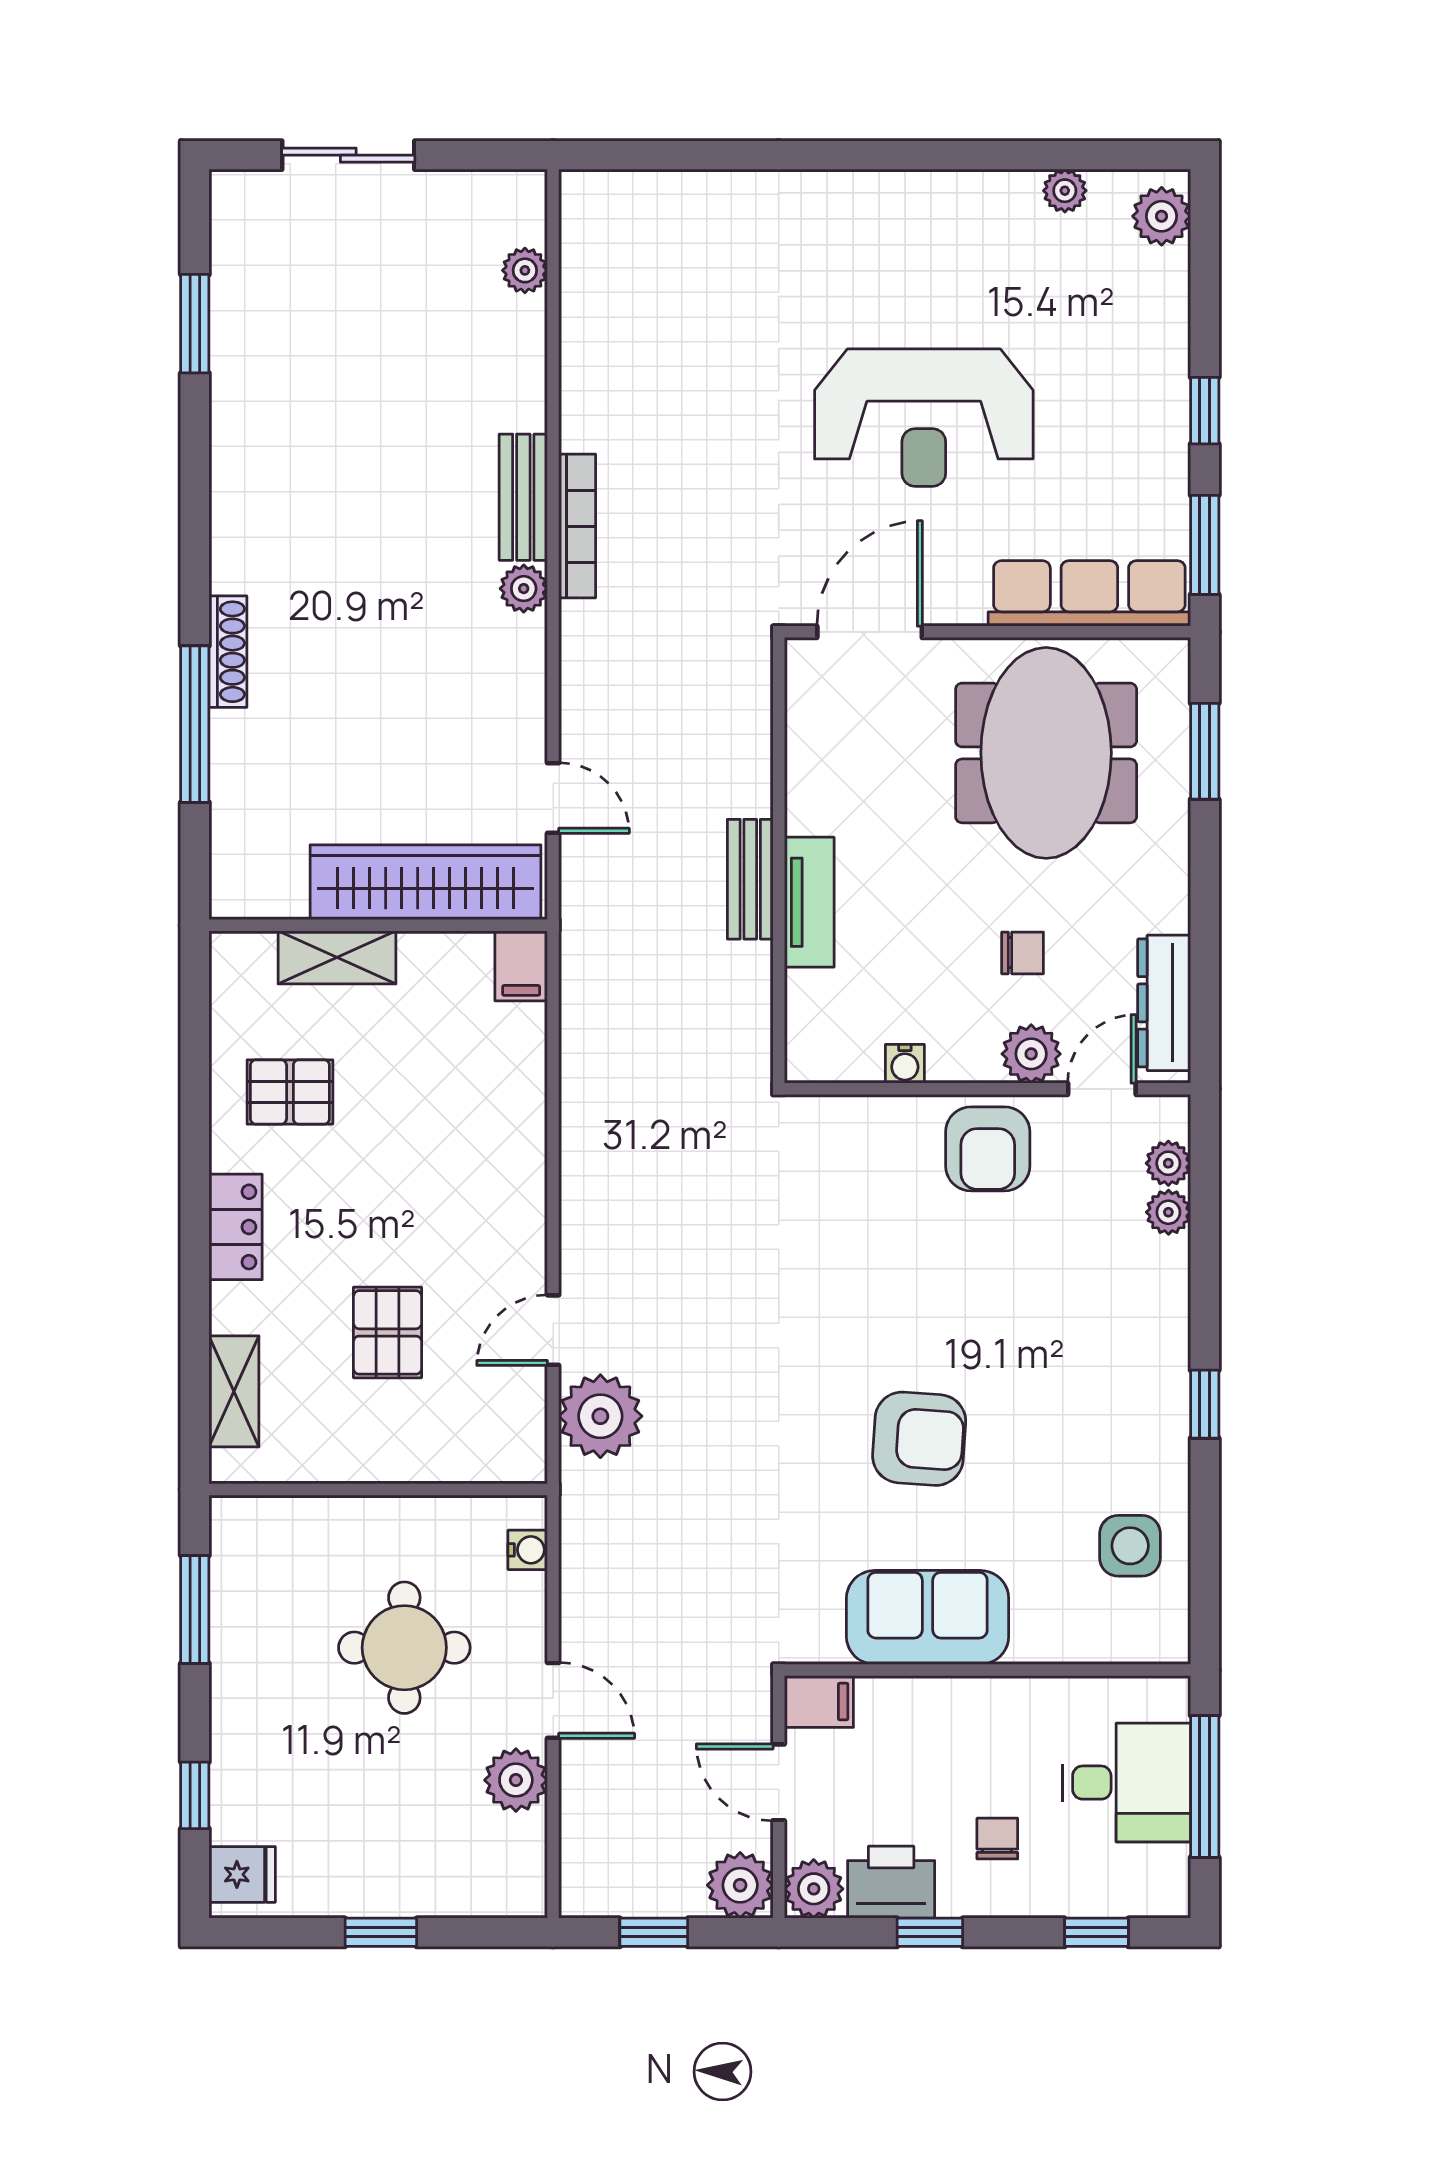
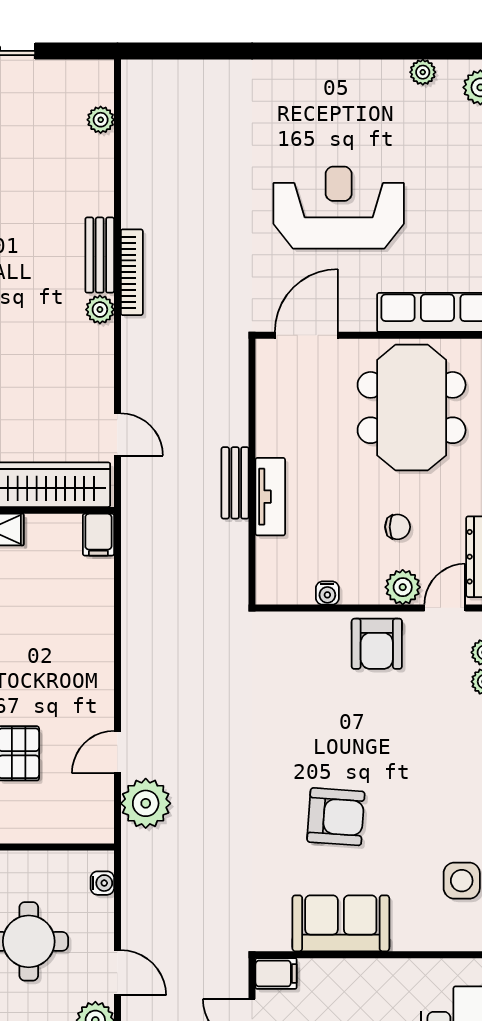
reception desk: (924, 418) -> (339, 208), turned 180

